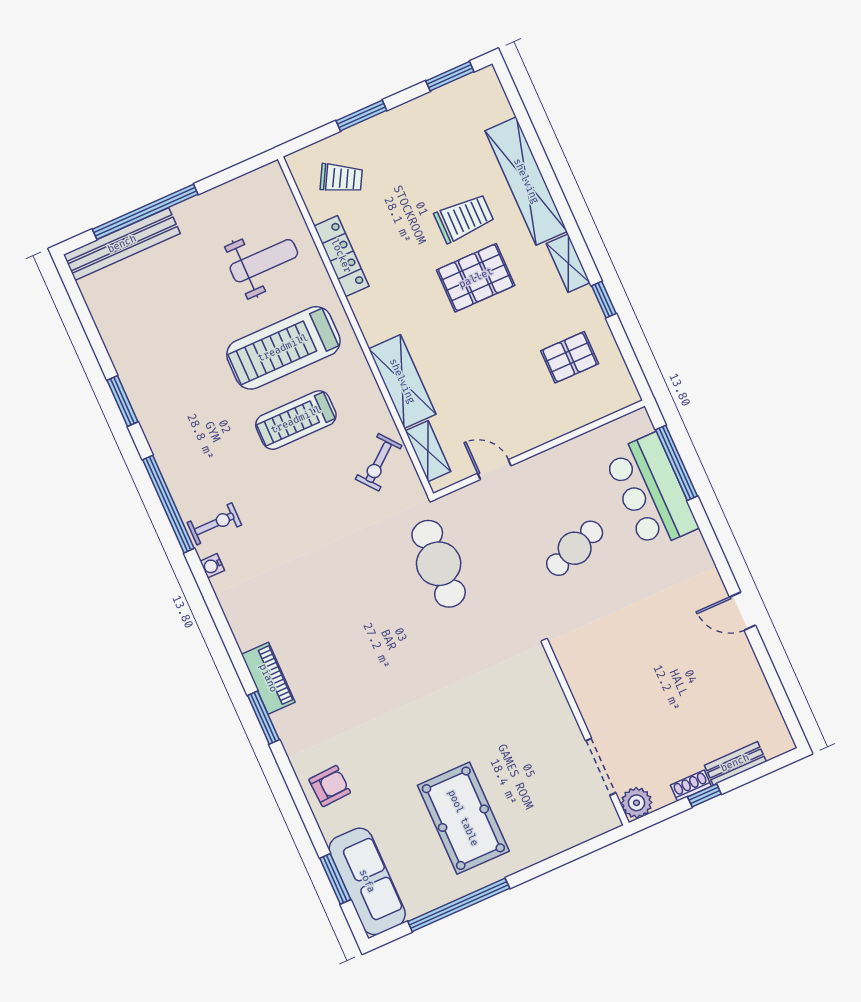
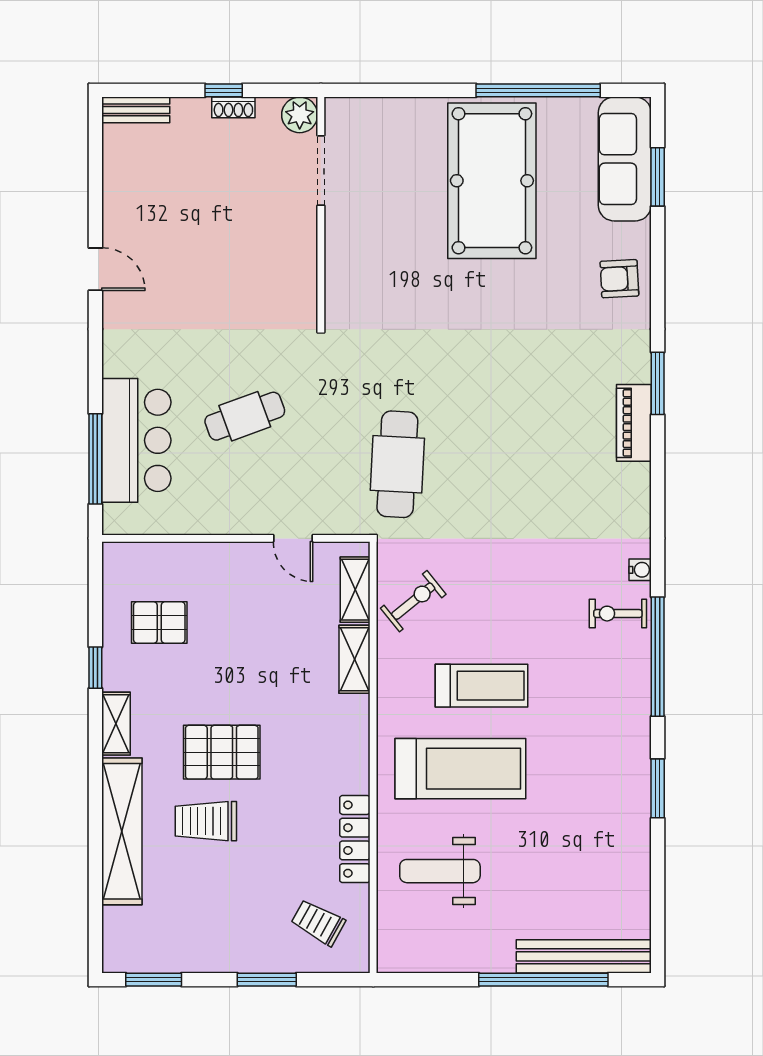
shelving: (402, 381) -> (355, 659), width x0.67, depth x0.75
bench: (735, 763) -> (136, 110), moved
pool table: (463, 818) -> (492, 181), width x1.36, depth x1.32

